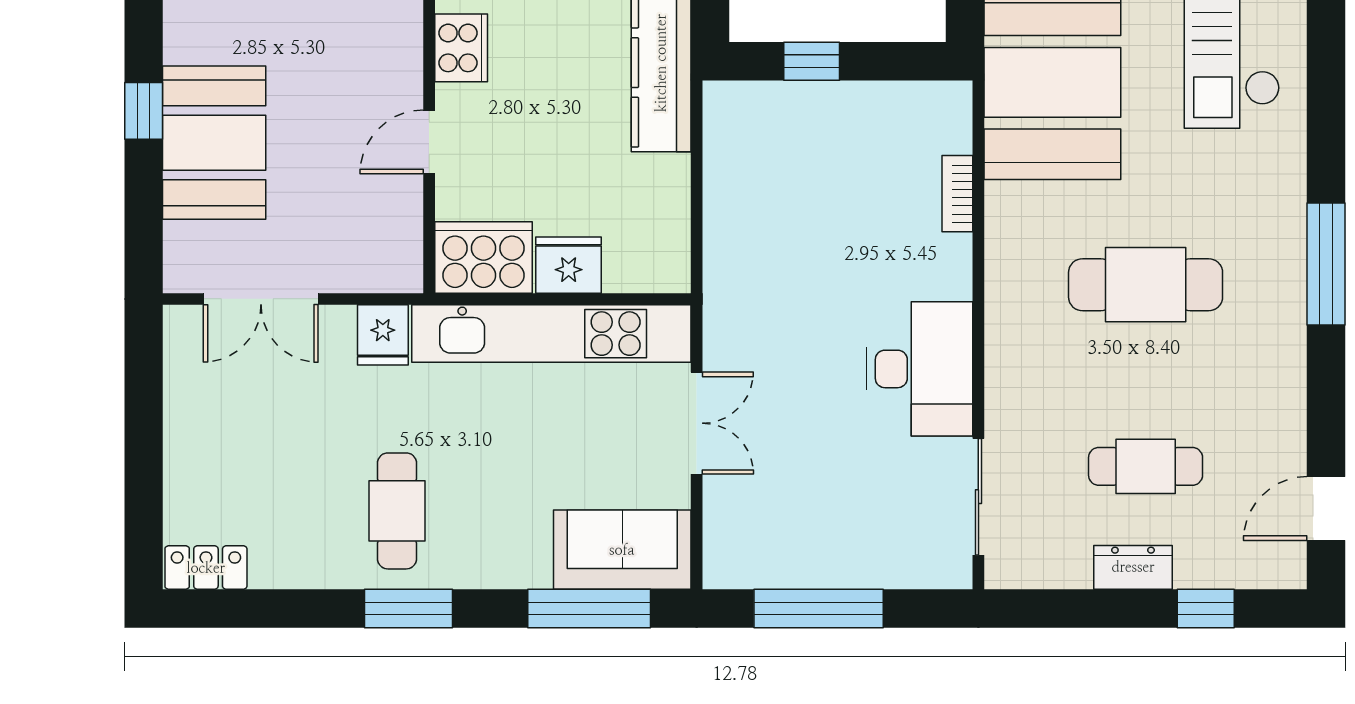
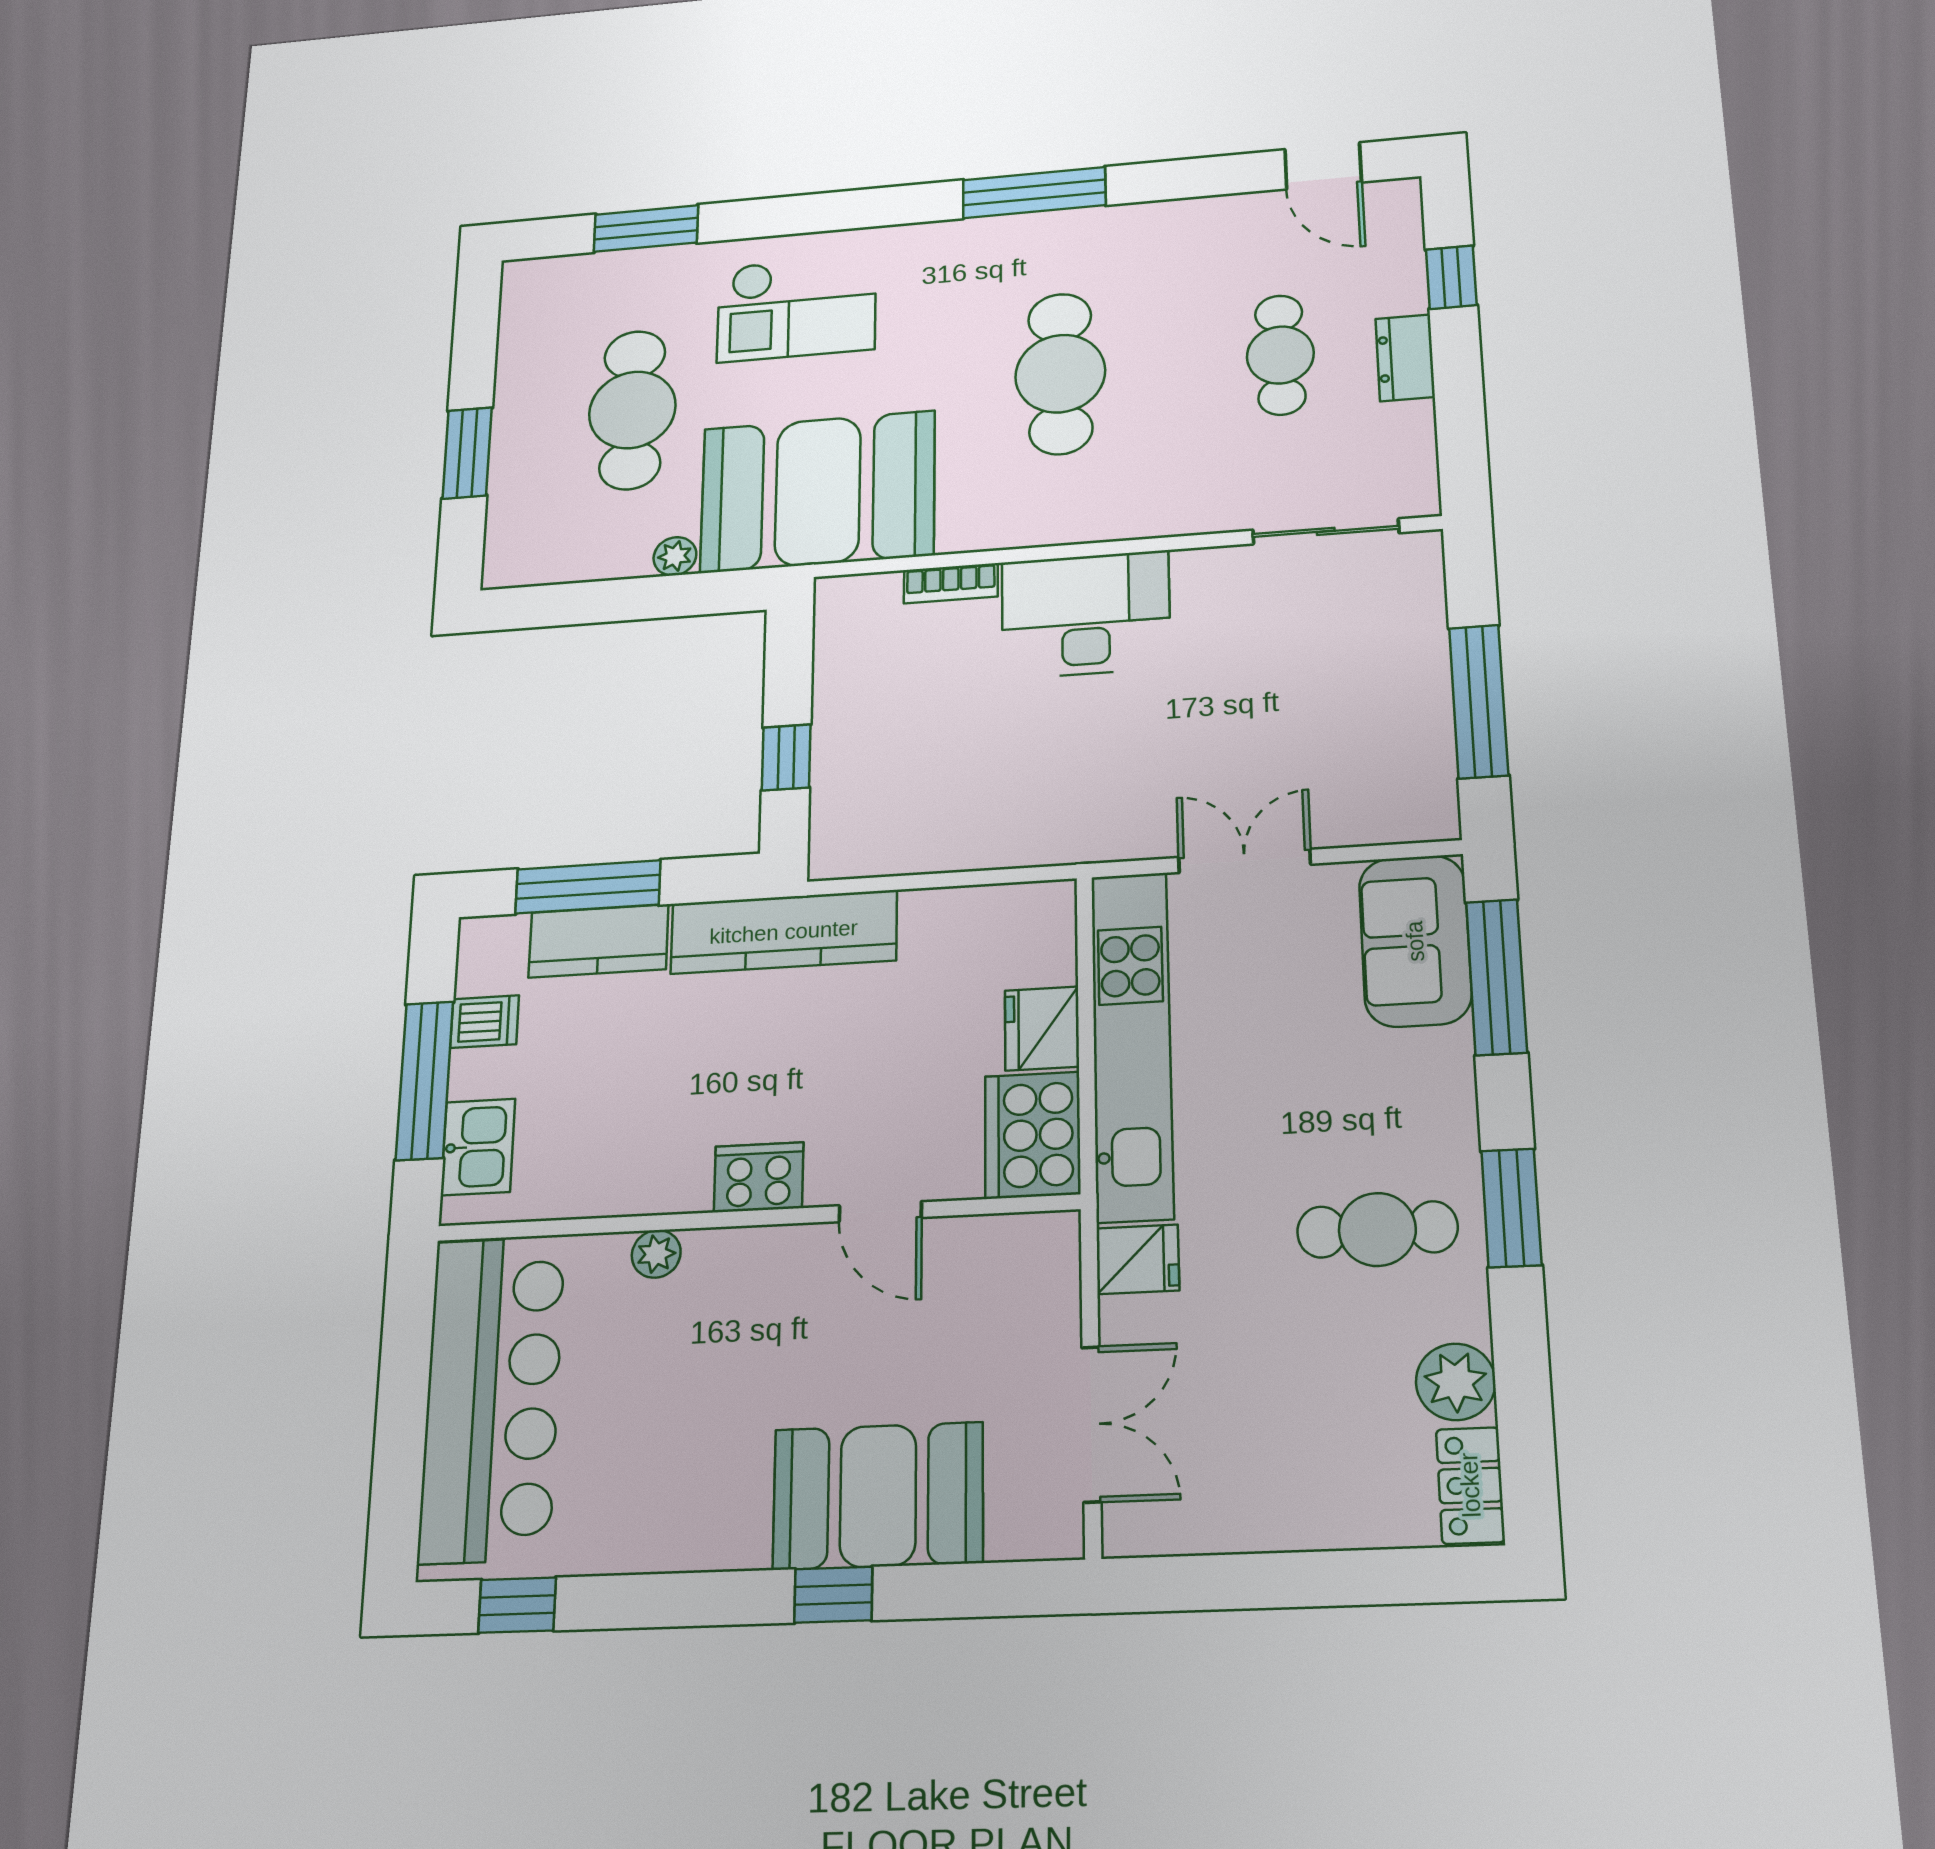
desk: (920, 369) -> (1086, 615), moved
plant: (281, 561) -> (1456, 1382), added

